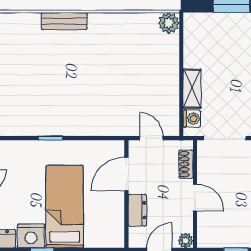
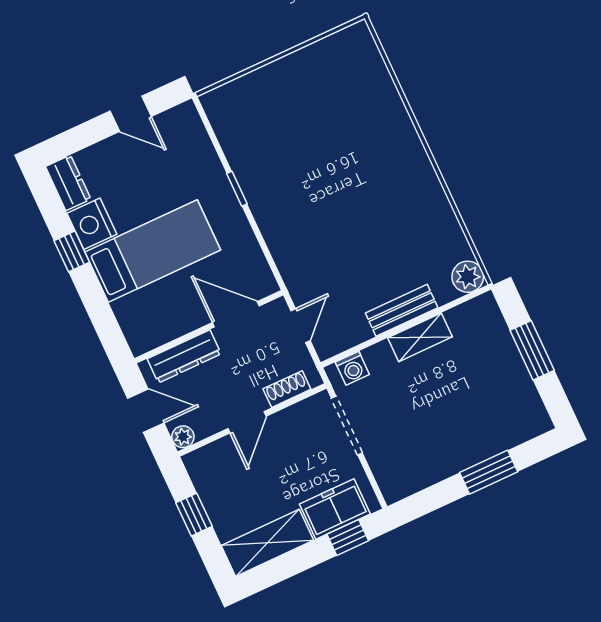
bench: (64, 21) -> (402, 310), moved, turned 90
shelving: (192, 89) -> (420, 337), moved
dresser: (137, 210) -> (184, 356), width x1.44

